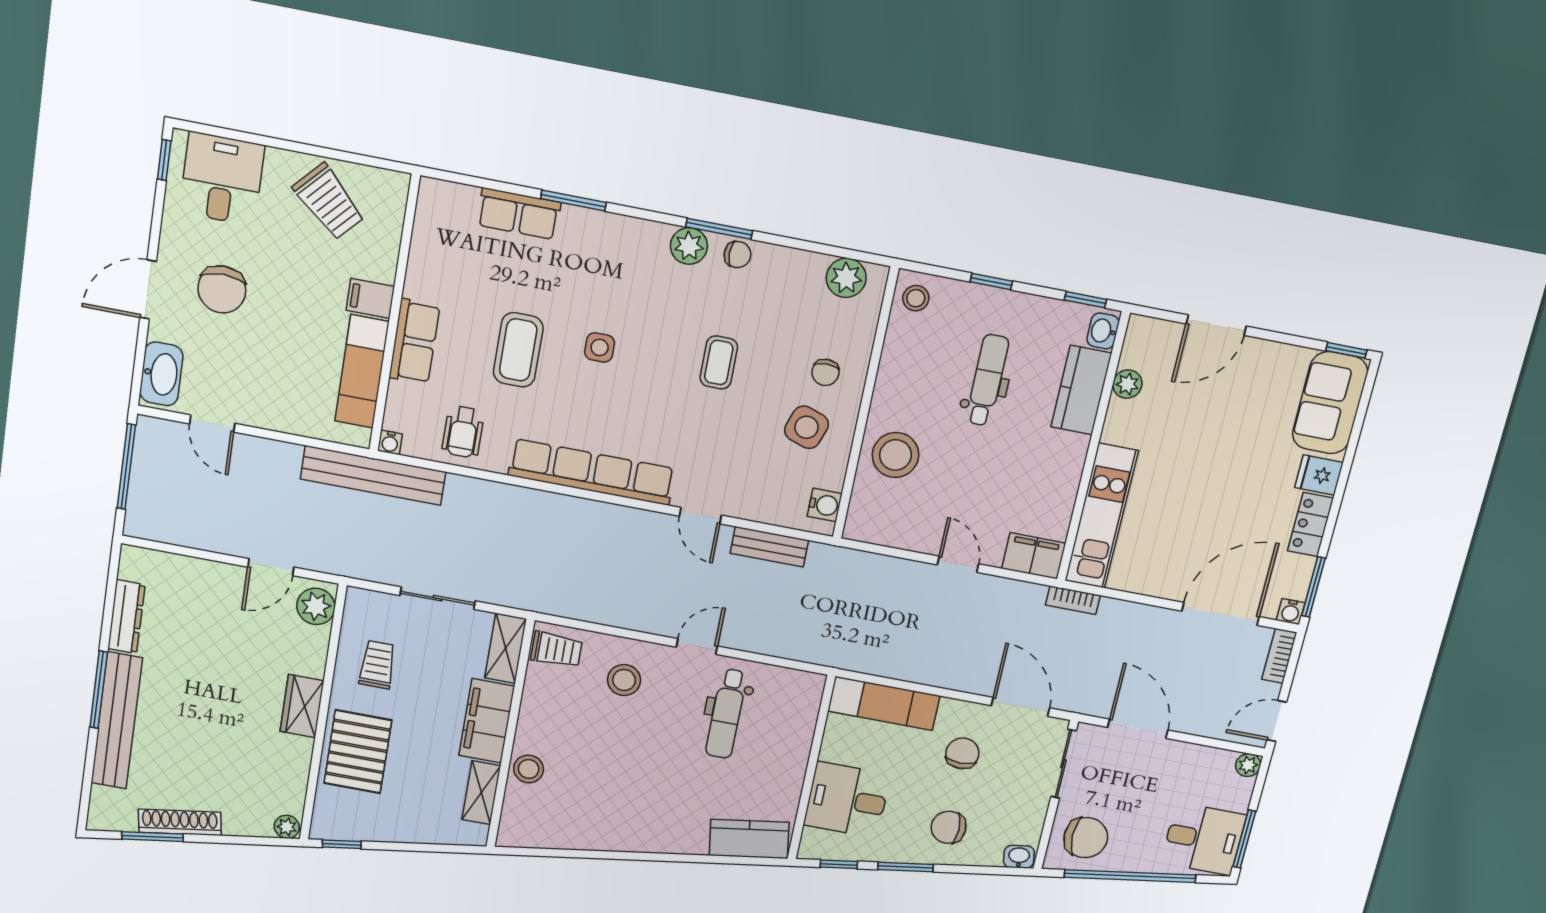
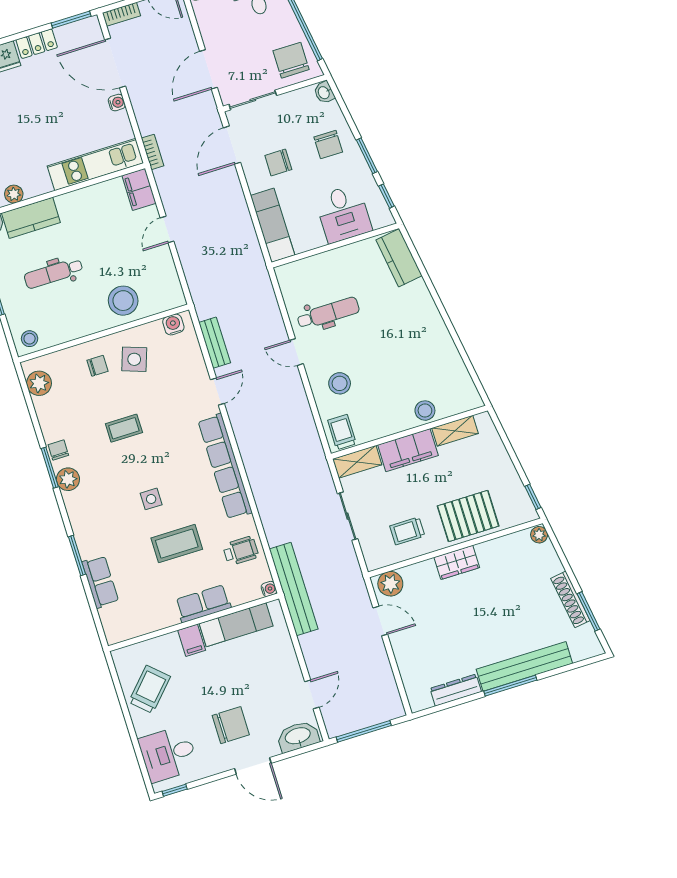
water cooler: (1291, 612) -> (117, 103), moved

